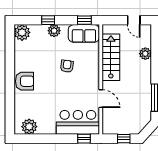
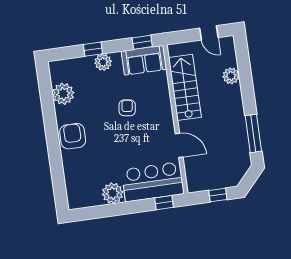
plant: (22, 32) -> (63, 94), moved
armchair: (25, 81) -> (73, 136), turned -90
plant: (29, 127) -> (113, 193), moved

